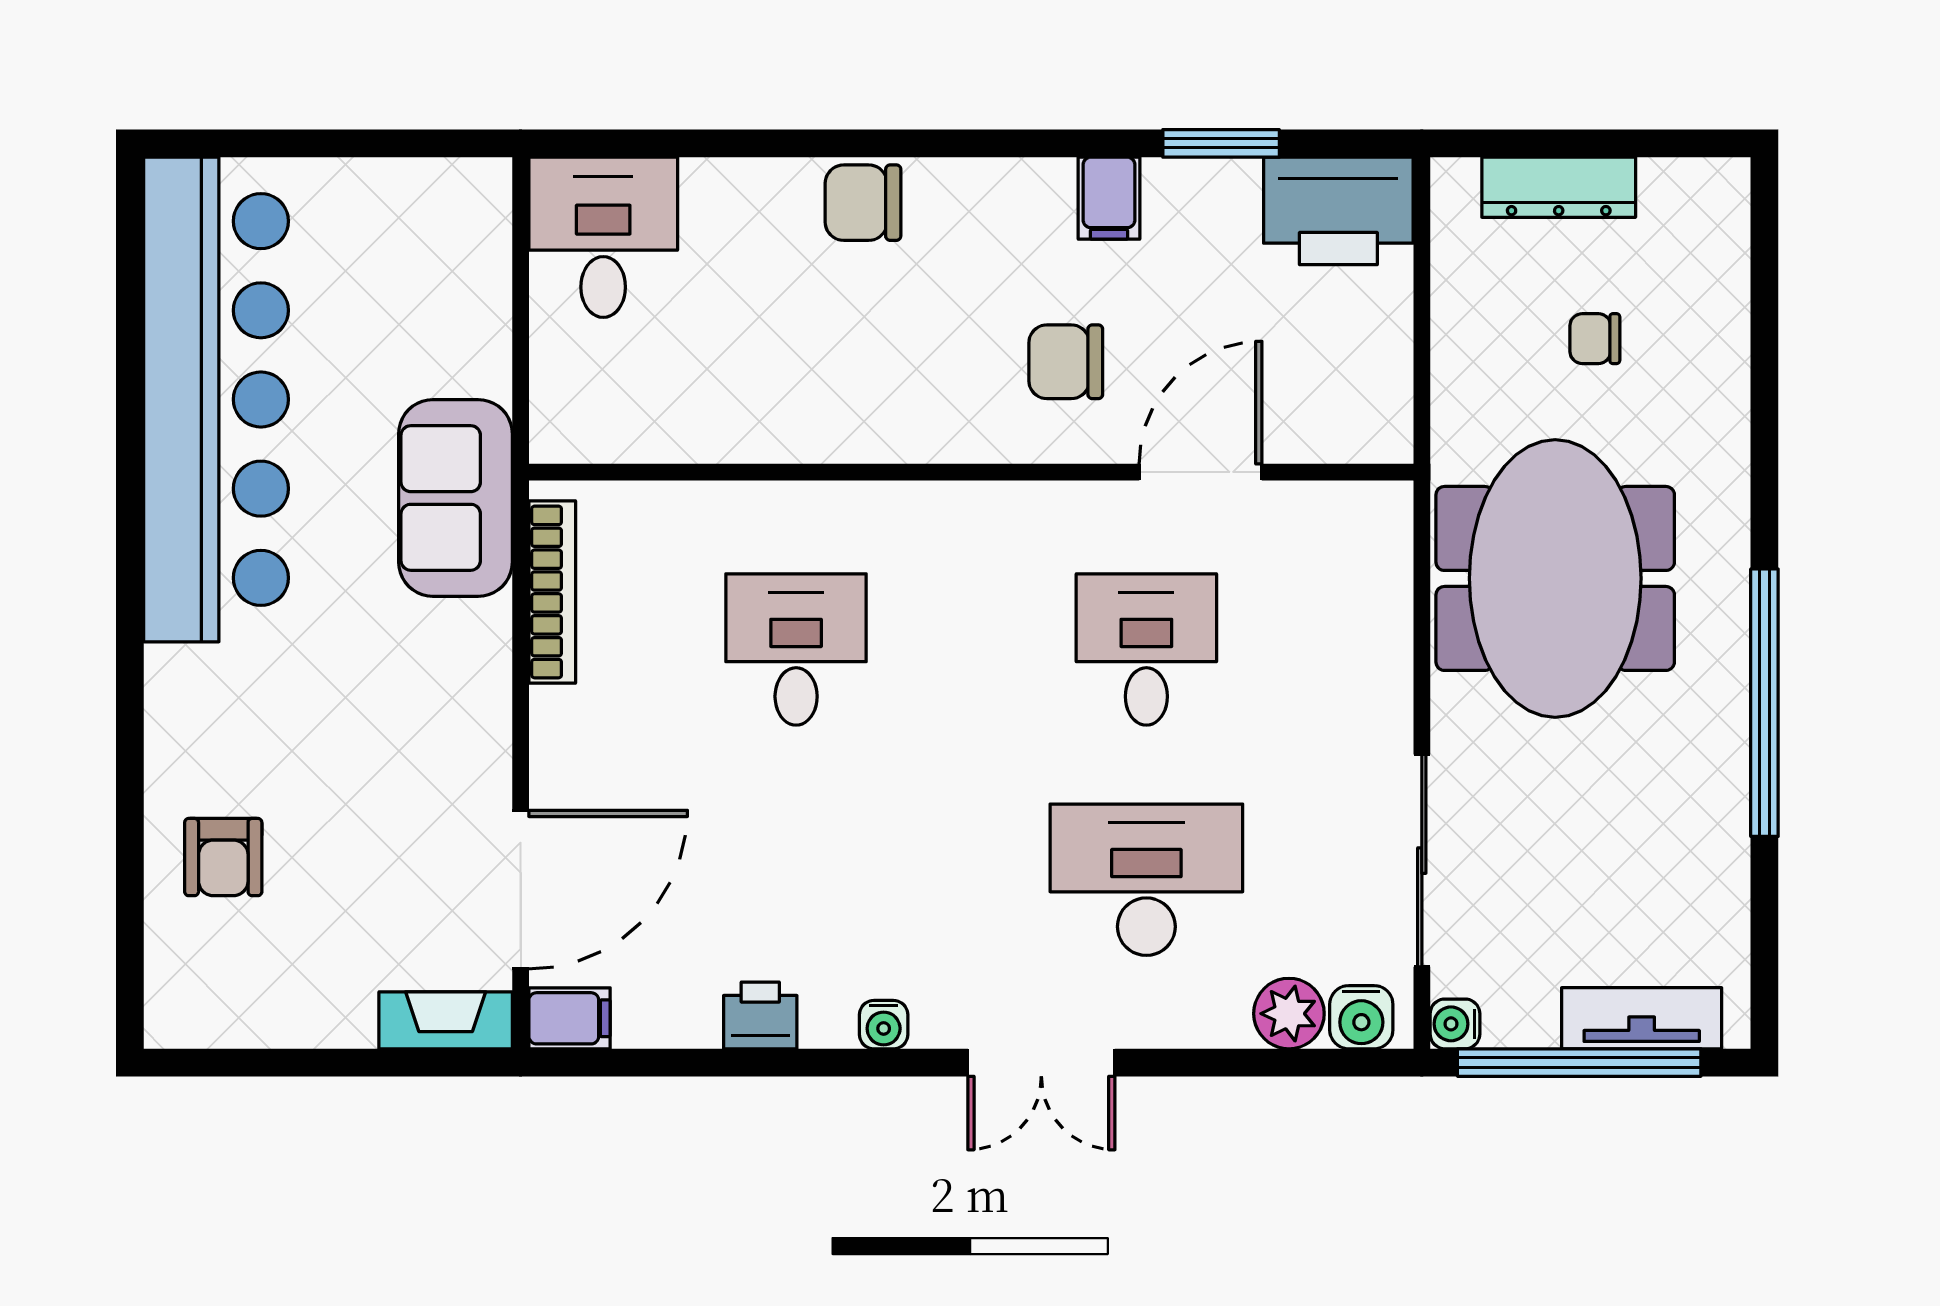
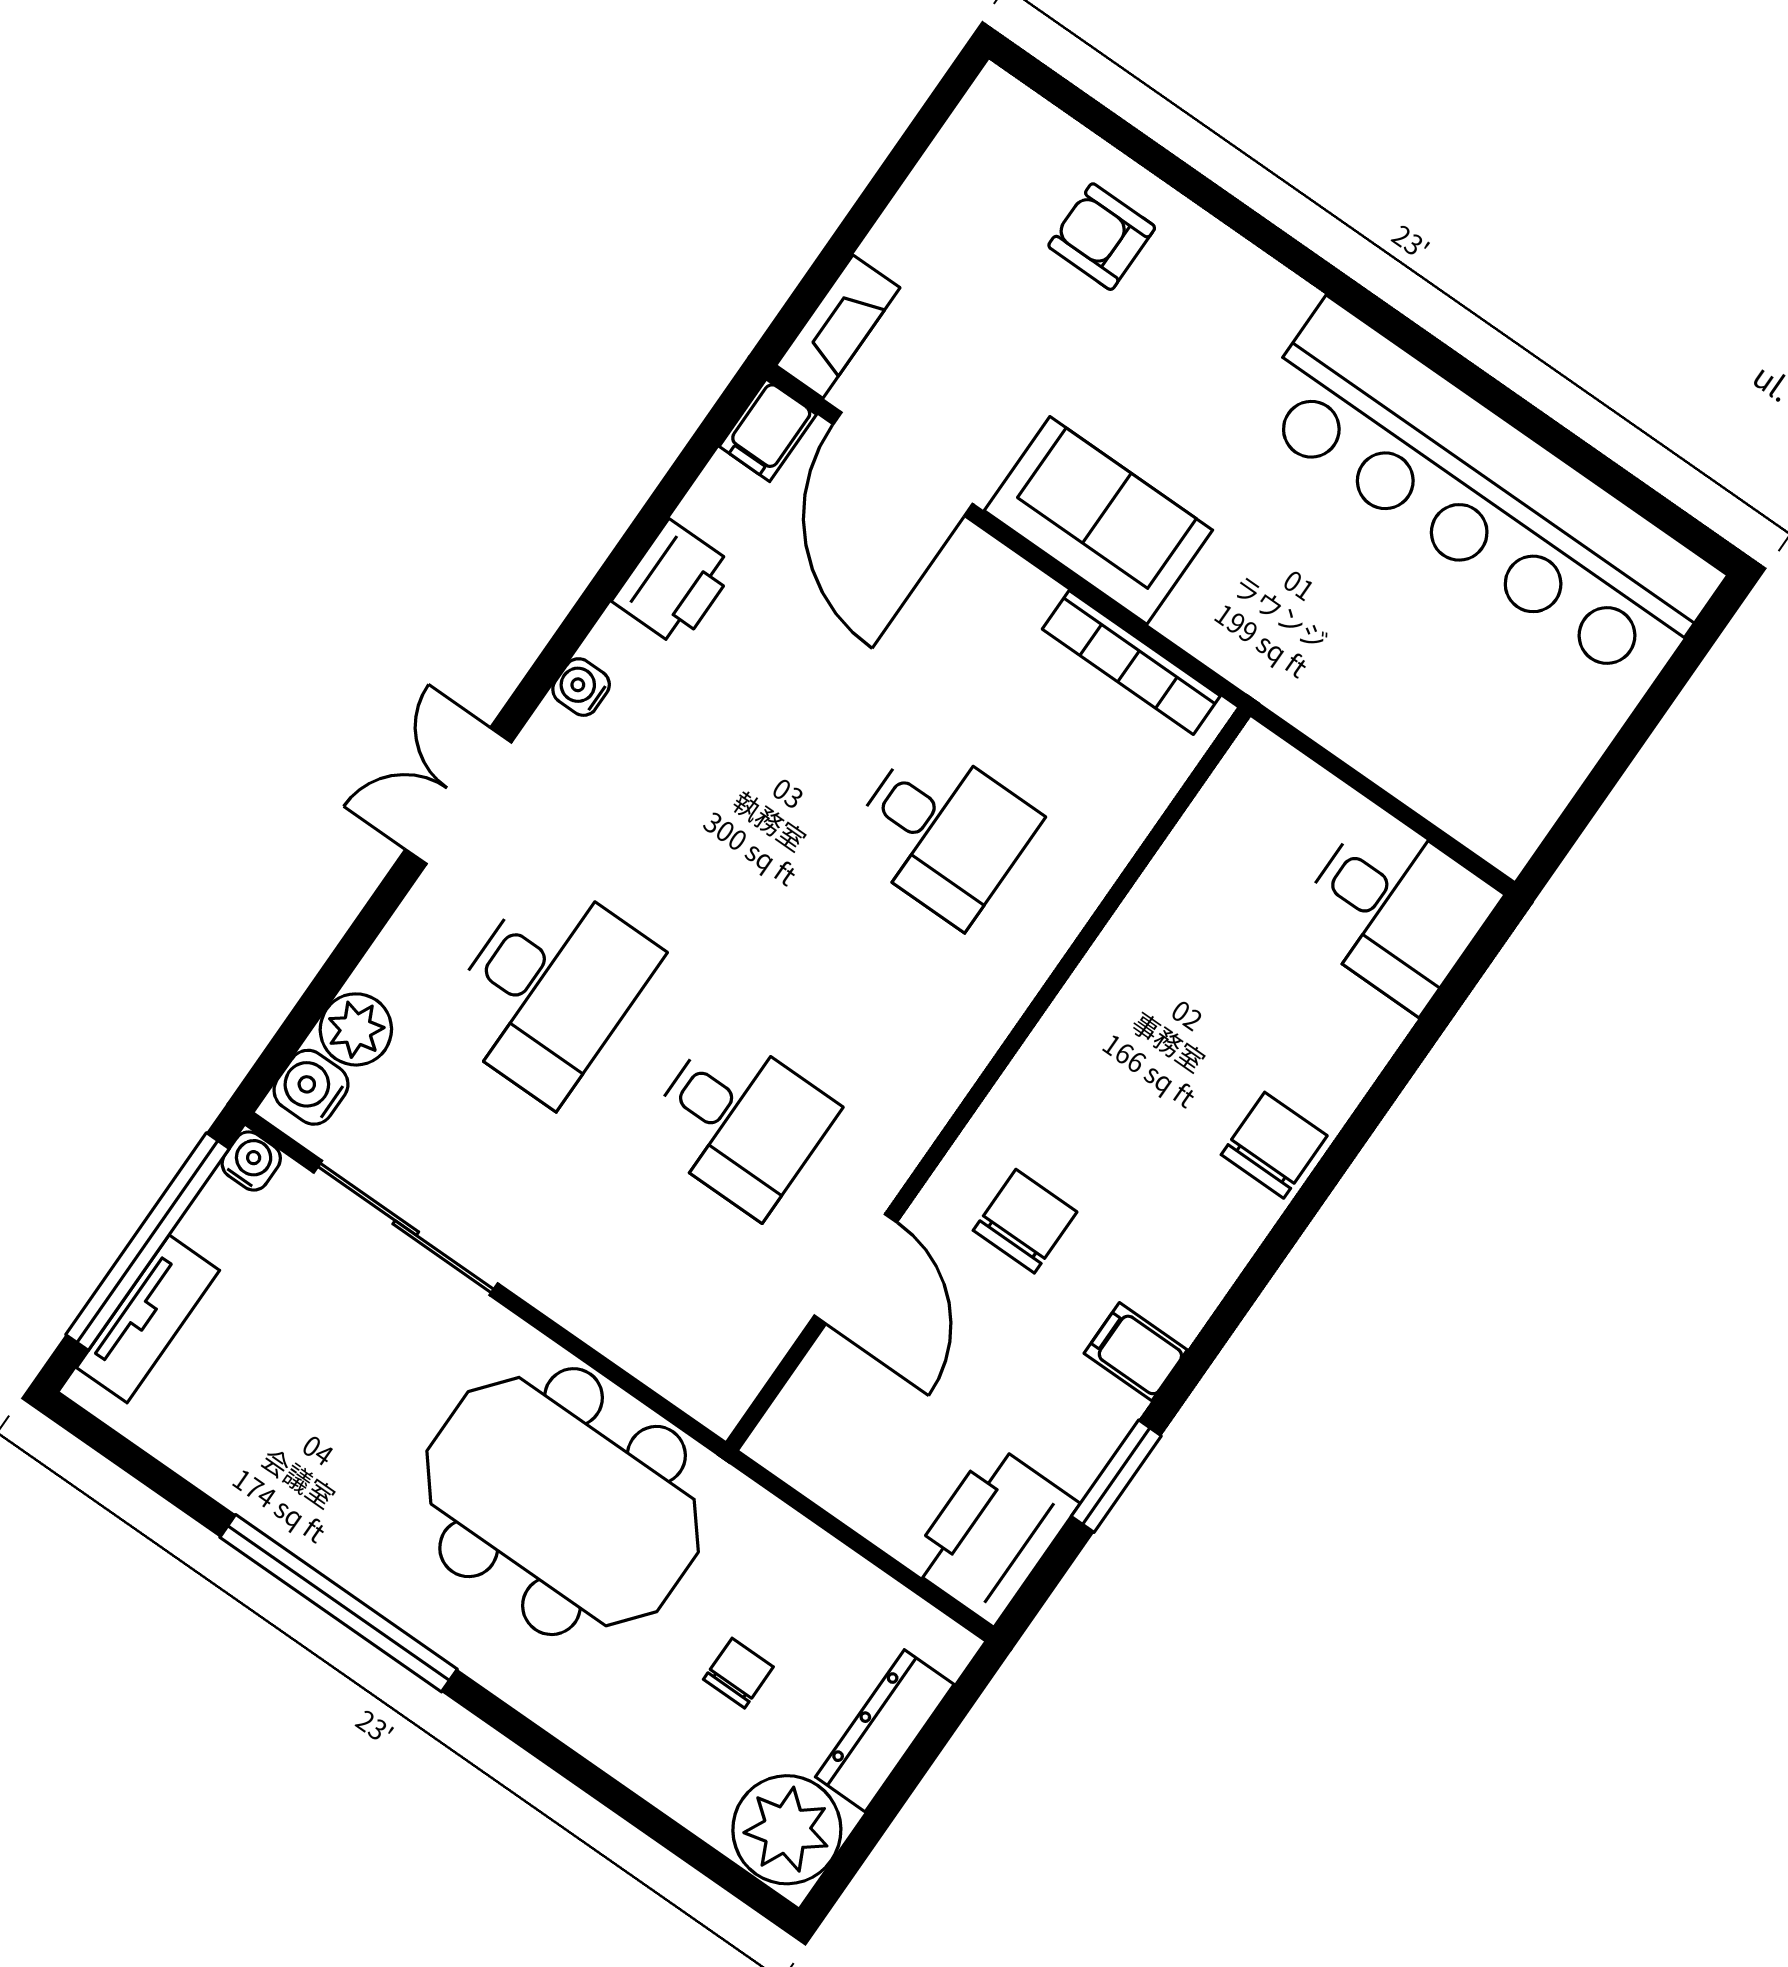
plant: (1695, 211) -> (787, 1830), added
sofa: (455, 498) -> (1098, 520), moved
printer: (760, 1015) -> (674, 584), width x1.36, depth x1.24

